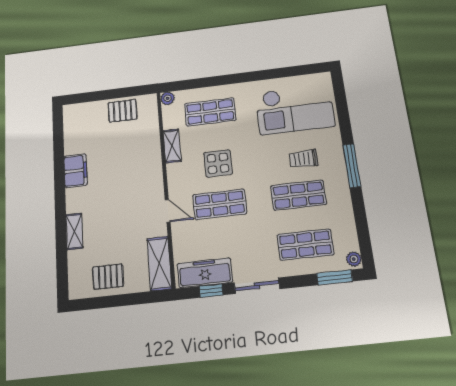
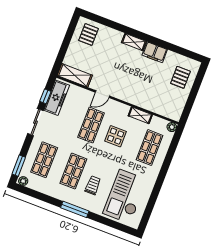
pallet: (123, 111) -> (180, 77), moved
shelving: (74, 231) -> (134, 42), moved
pallet: (108, 277) -> (89, 34), moved

